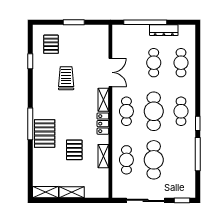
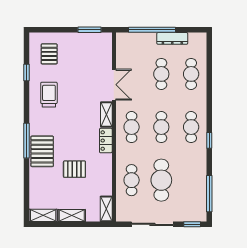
window: (74, 22) -> (90, 30), moved
trolley: (66, 78) -> (49, 95), moved
cafe table: (154, 111) -> (161, 127), width x0.73, depth x0.74
pallet: (74, 150) -> (74, 169), turned 90
window: (198, 154) -> (209, 194), moved
shelving: (103, 156) -> (106, 209), moved

